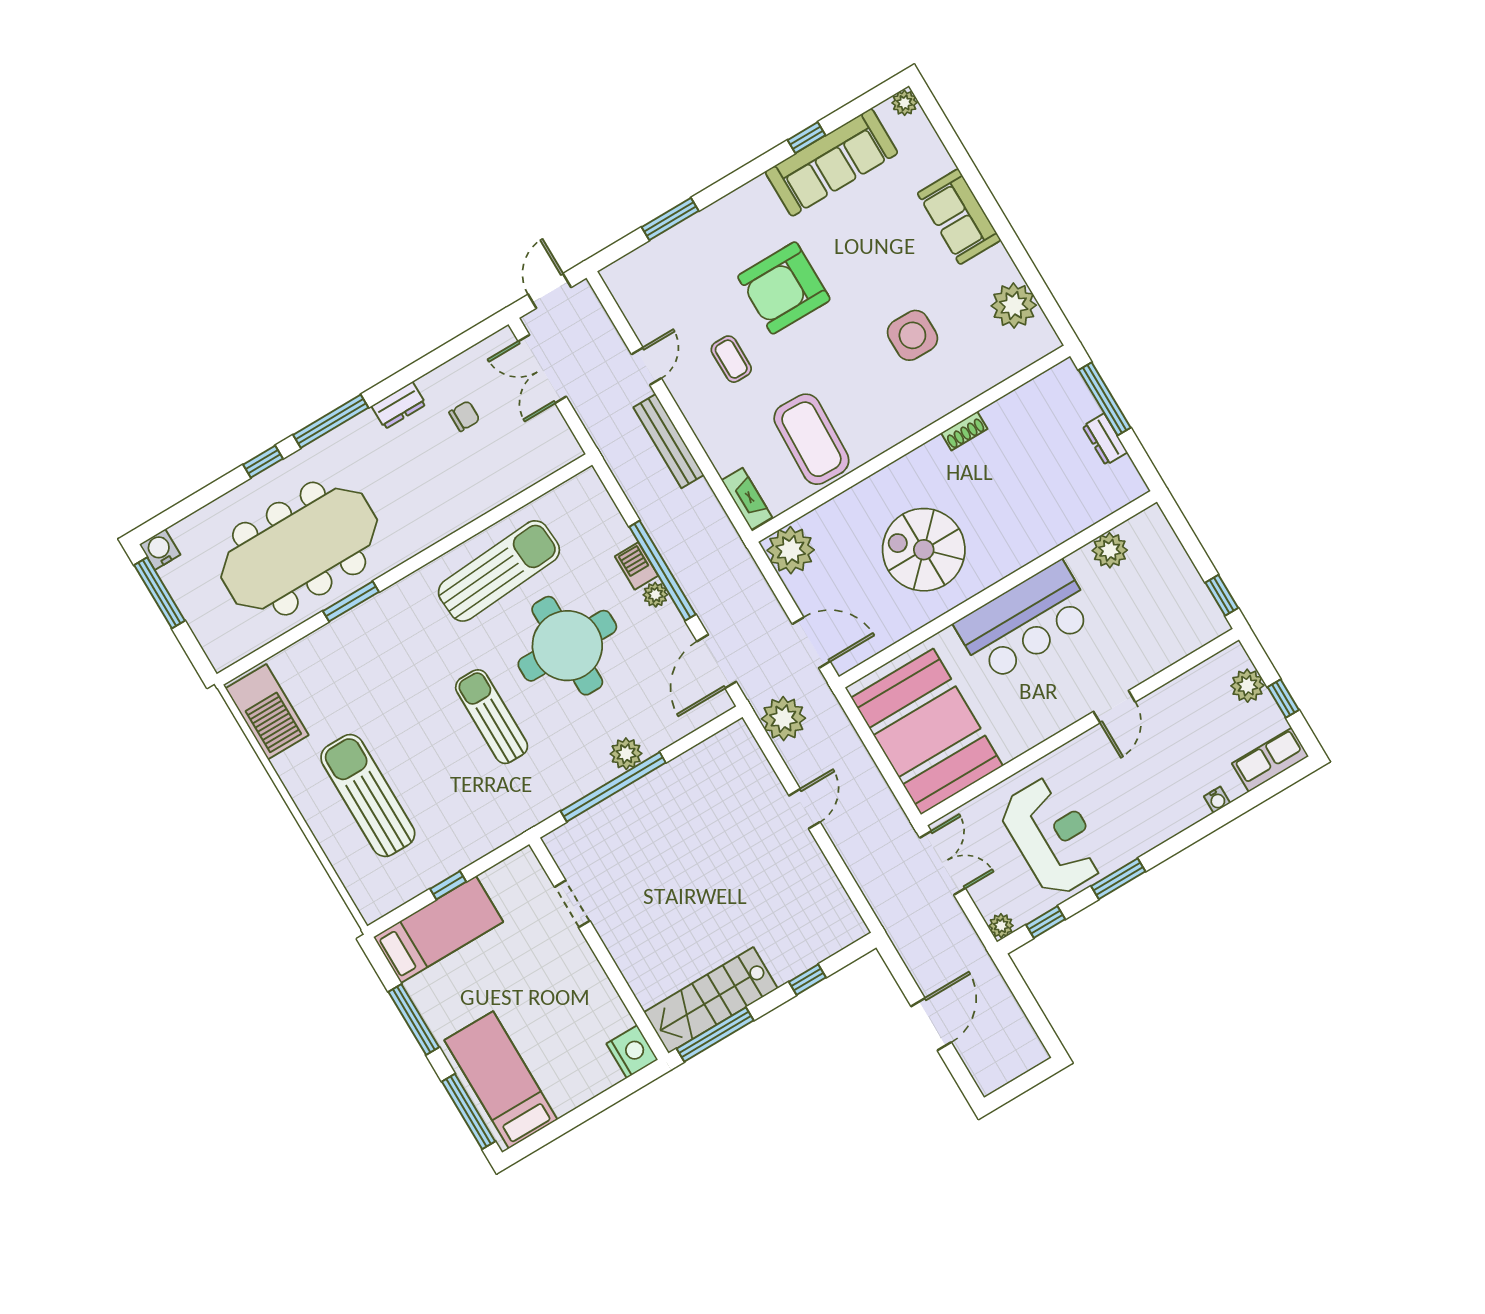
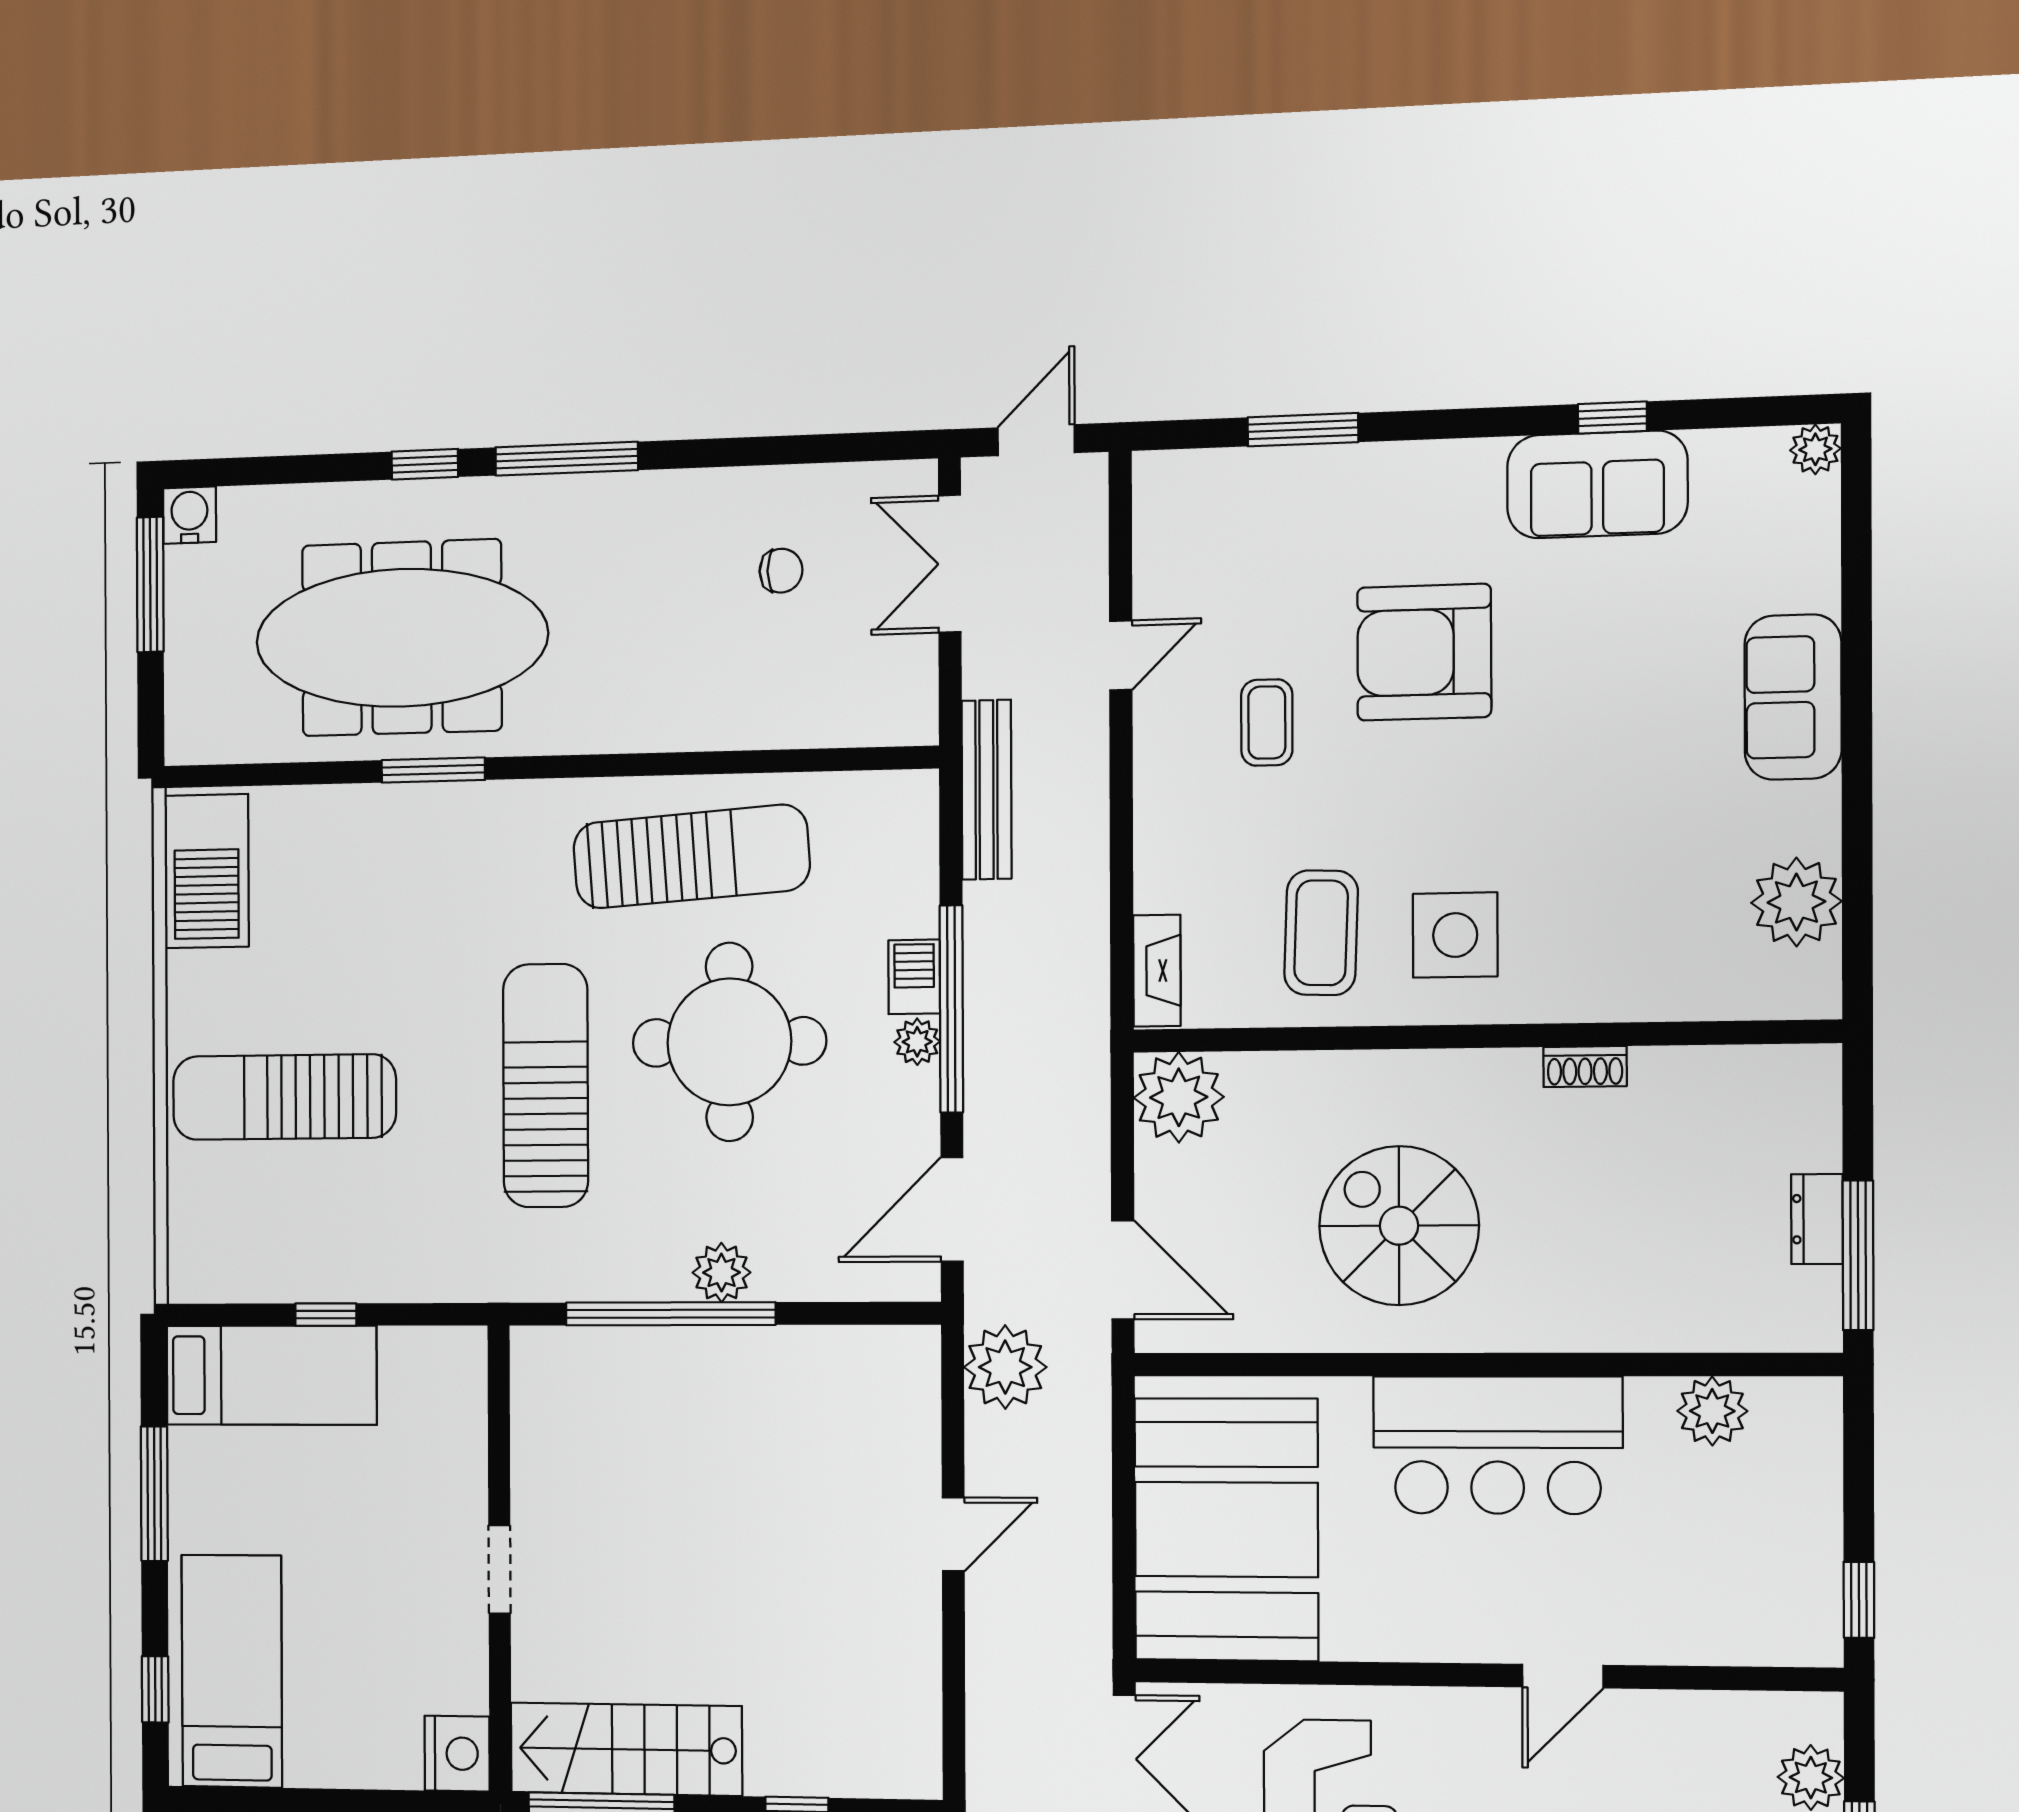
sofa: (832, 162) -> (1597, 484), width x0.73
side table: (912, 335) -> (1455, 935), moved
window: (1105, 399) -> (1858, 1255), moved
dresser: (399, 405) -> (688, 493), removed
coffee table: (811, 439) -> (1321, 933), width x0.73, depth x0.76
bench: (669, 441) -> (987, 790), moved
sun lounger: (492, 717) -> (546, 1086), width x1.36, depth x1.34
sun lounger: (368, 796) -> (284, 1097), turned -90
doorway: (572, 904) -> (500, 1569), moved
window: (469, 1111) -> (155, 1689), width x0.46

